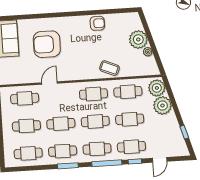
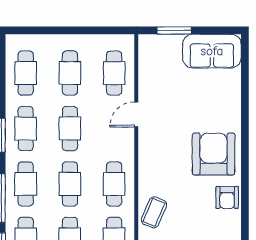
armchair: (47, 44) -> (214, 154), moved
door: (49, 83) -> (136, 114), swing flipped

